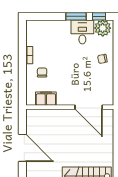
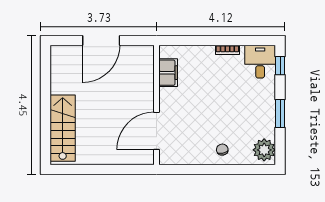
window: (99, 16) -> (280, 66), moved
desk: (82, 32) -> (260, 62), moved, turned -90
chair: (42, 72) -> (204, 67), removed

